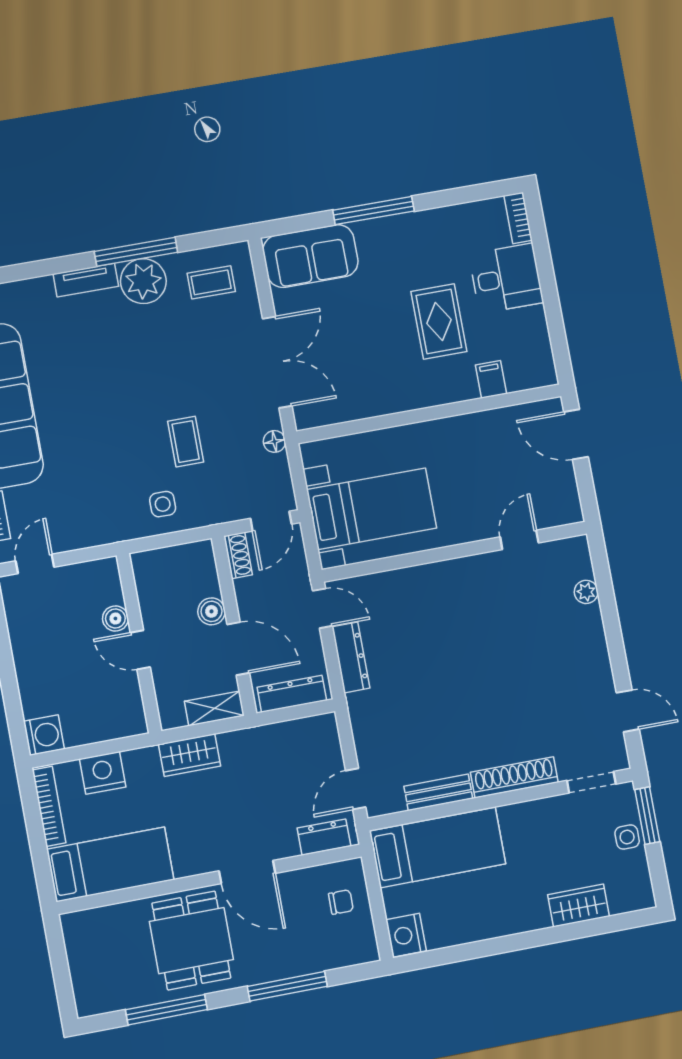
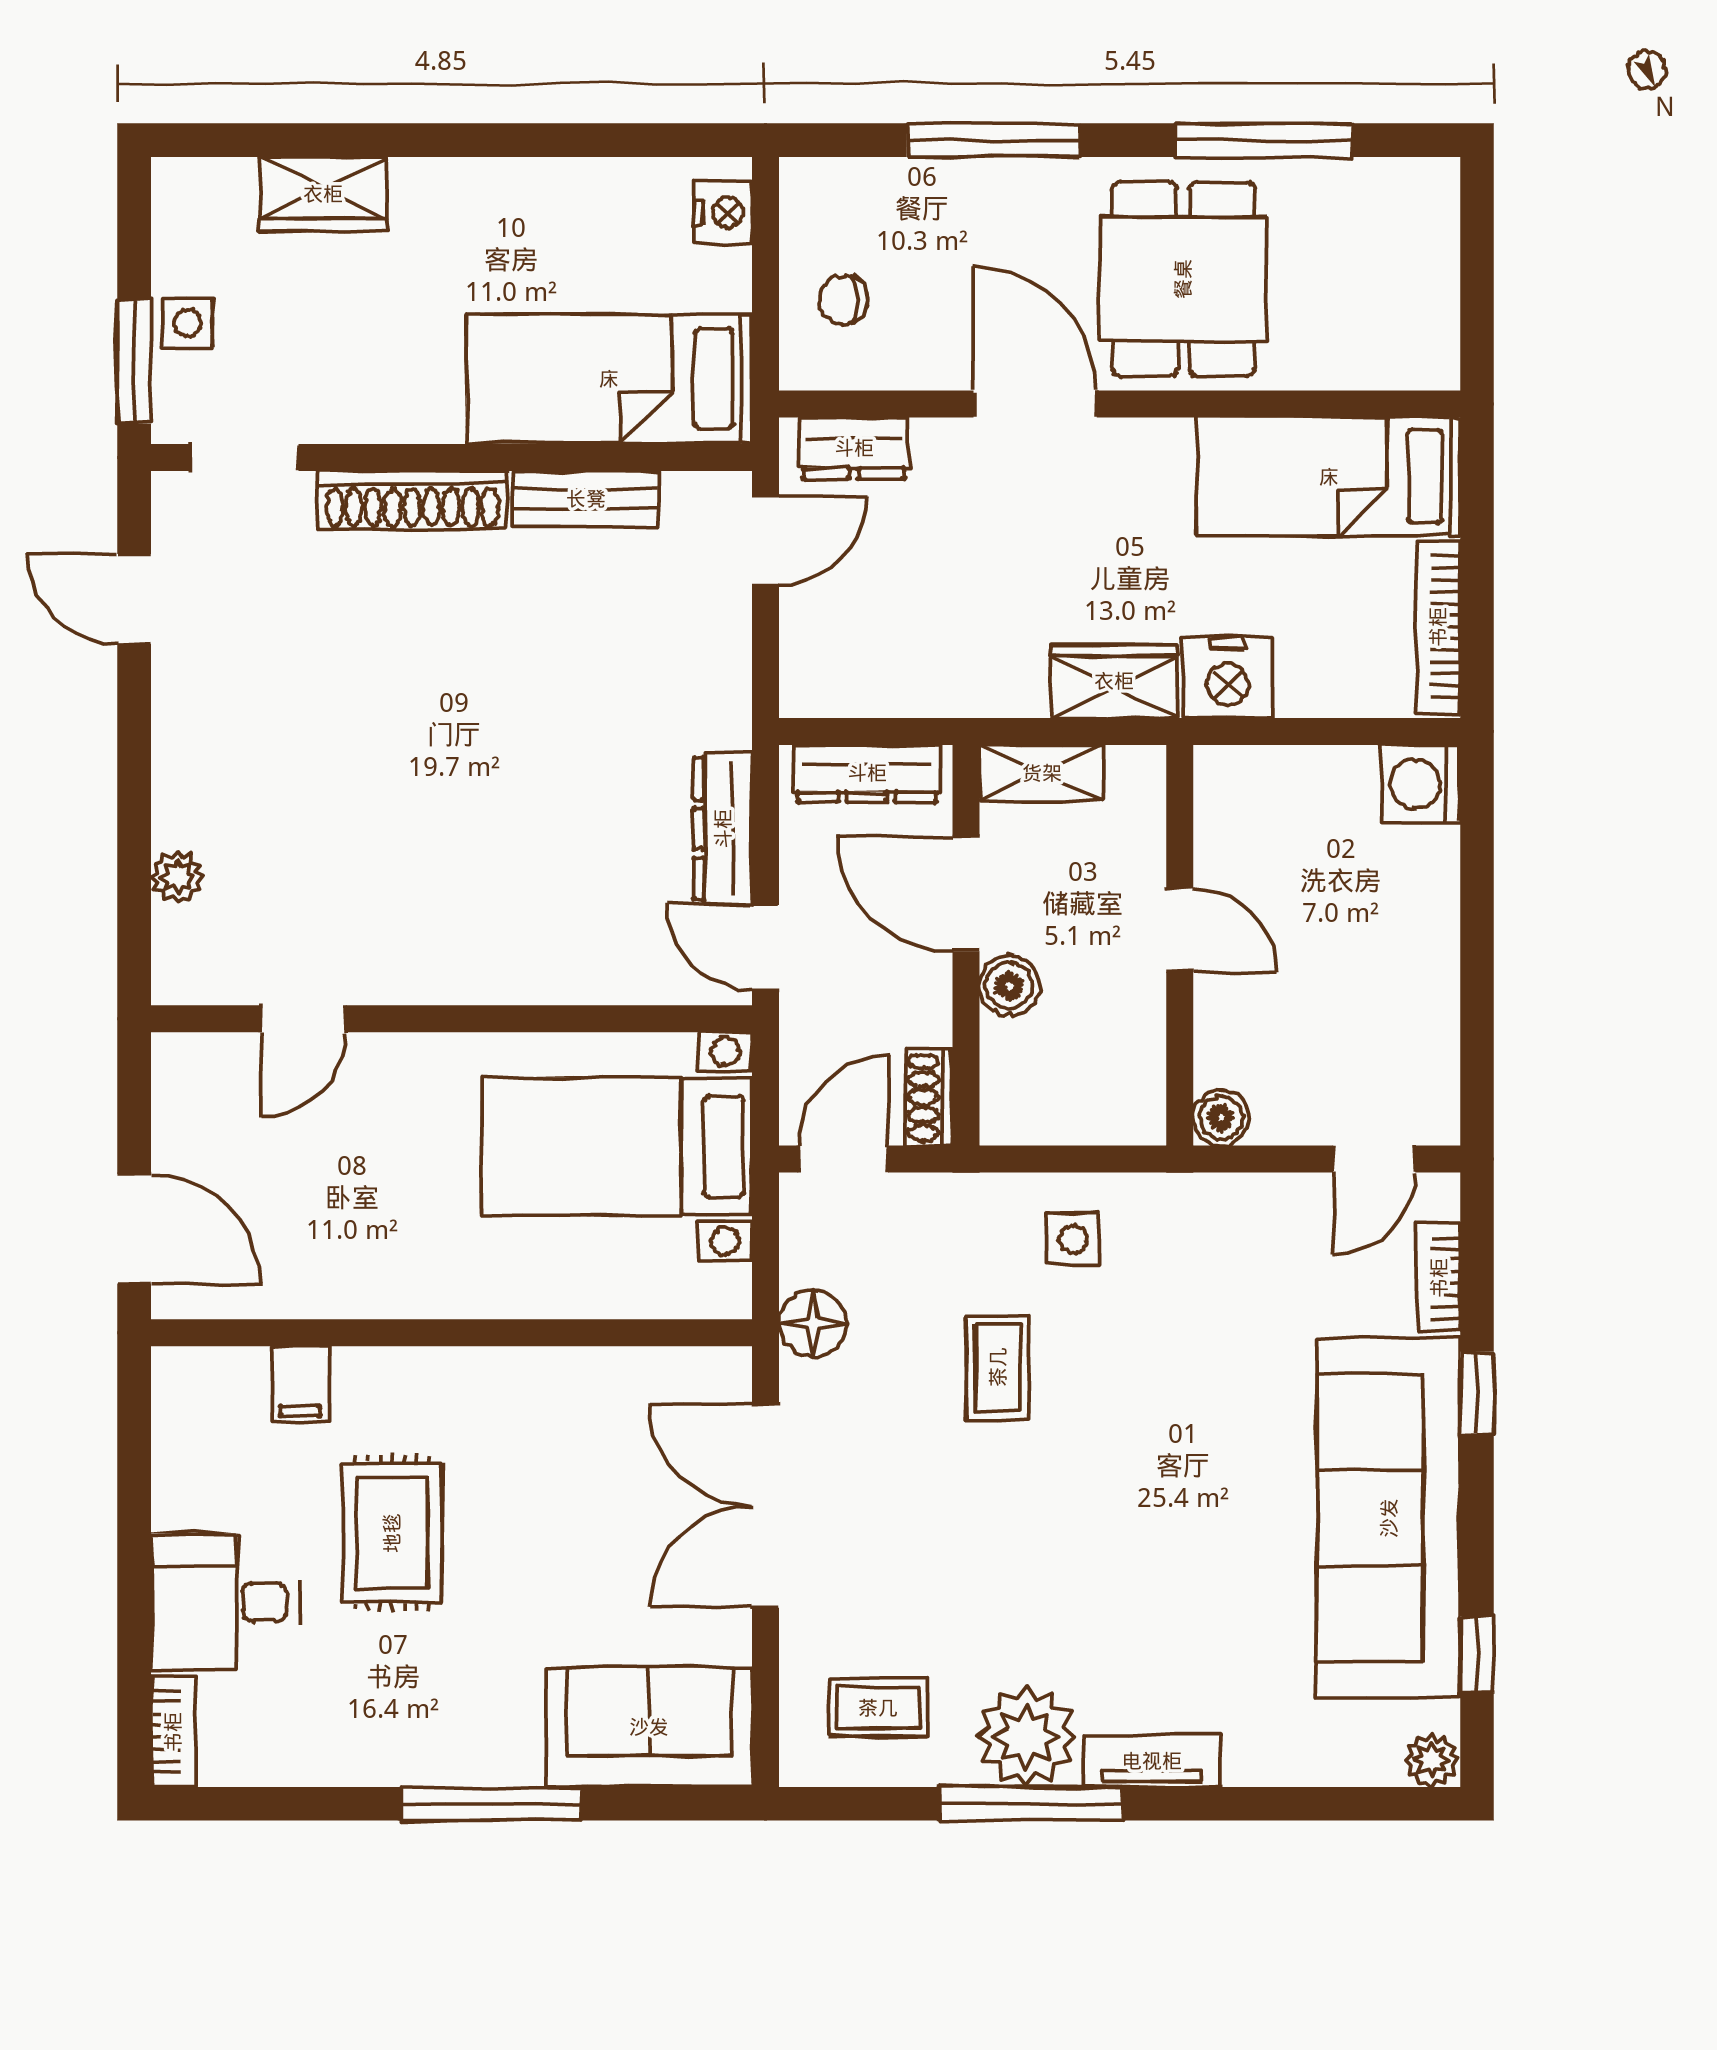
floor lamp: (274, 441) -> (812, 1324), width x1.37, depth x1.37
boiler: (115, 619) -> (1221, 1118), moved
nightstand: (103, 773) -> (1228, 678), moved
nightstand: (406, 935) -> (723, 213), width x0.74, depth x0.75

